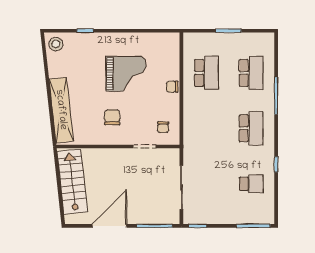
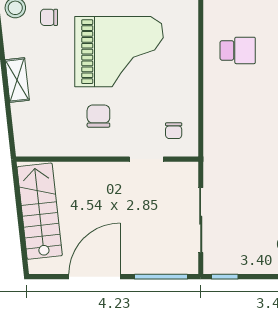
school desk: (206, 73) -> (238, 50), width x0.54
grand piano: (126, 74) -> (119, 52), width x1.37, depth x1.48
chair: (172, 87) -> (49, 17), moved
shelving: (61, 110) -> (17, 80), width x0.45, depth x0.75

